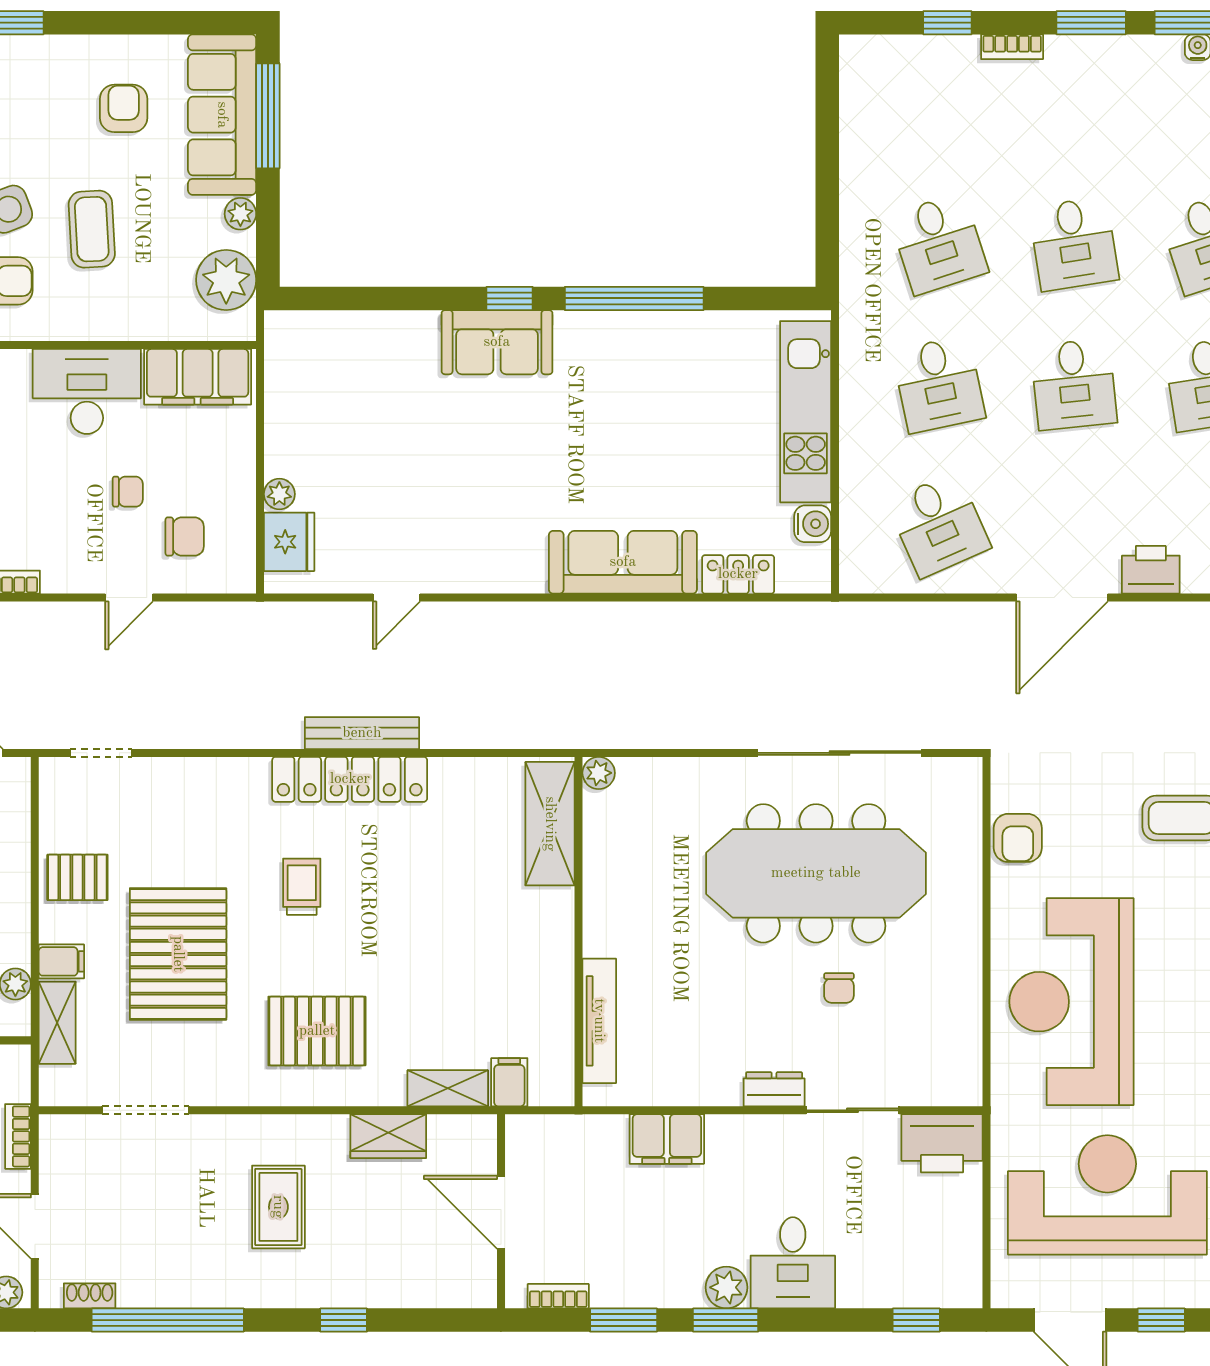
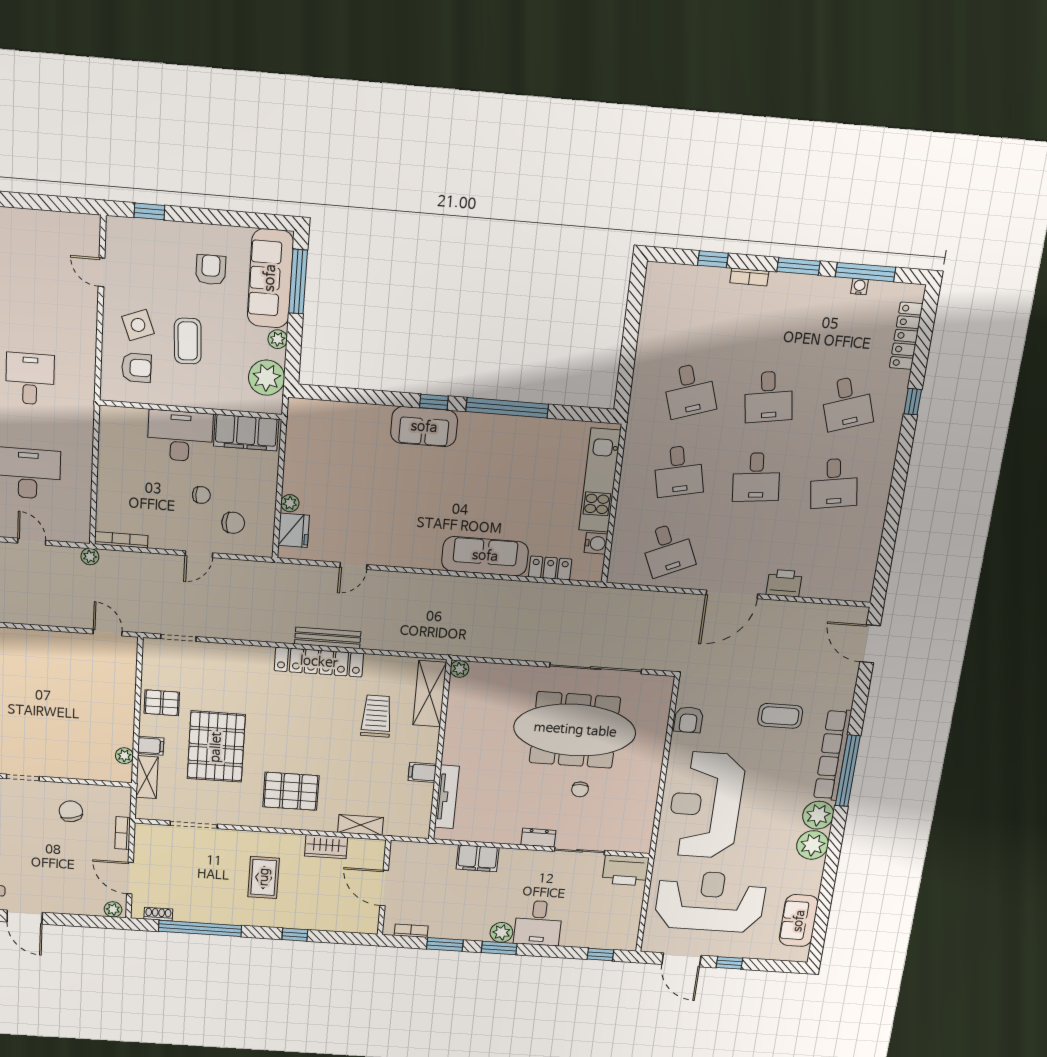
trolley: (302, 887) -> (376, 716), moved, width x1.36, depth x1.39
filing cabinet: (509, 1082) -> (422, 772), moved, turned -90

